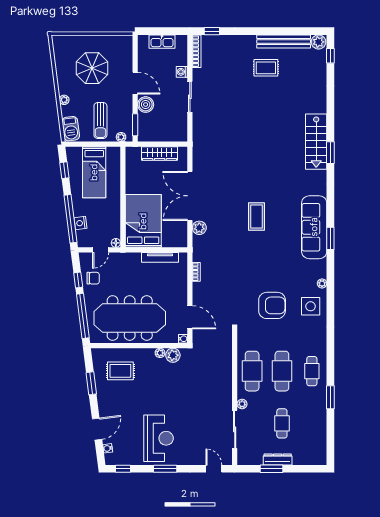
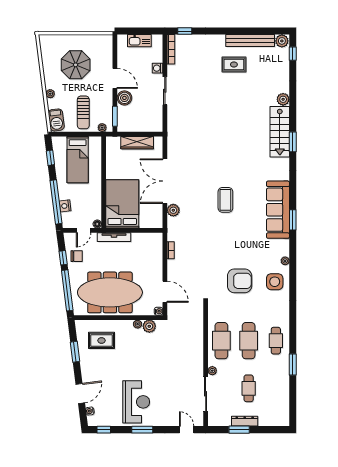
plant: (320, 106) -> (283, 99), added
tv unit: (160, 257) -> (114, 237), moved

